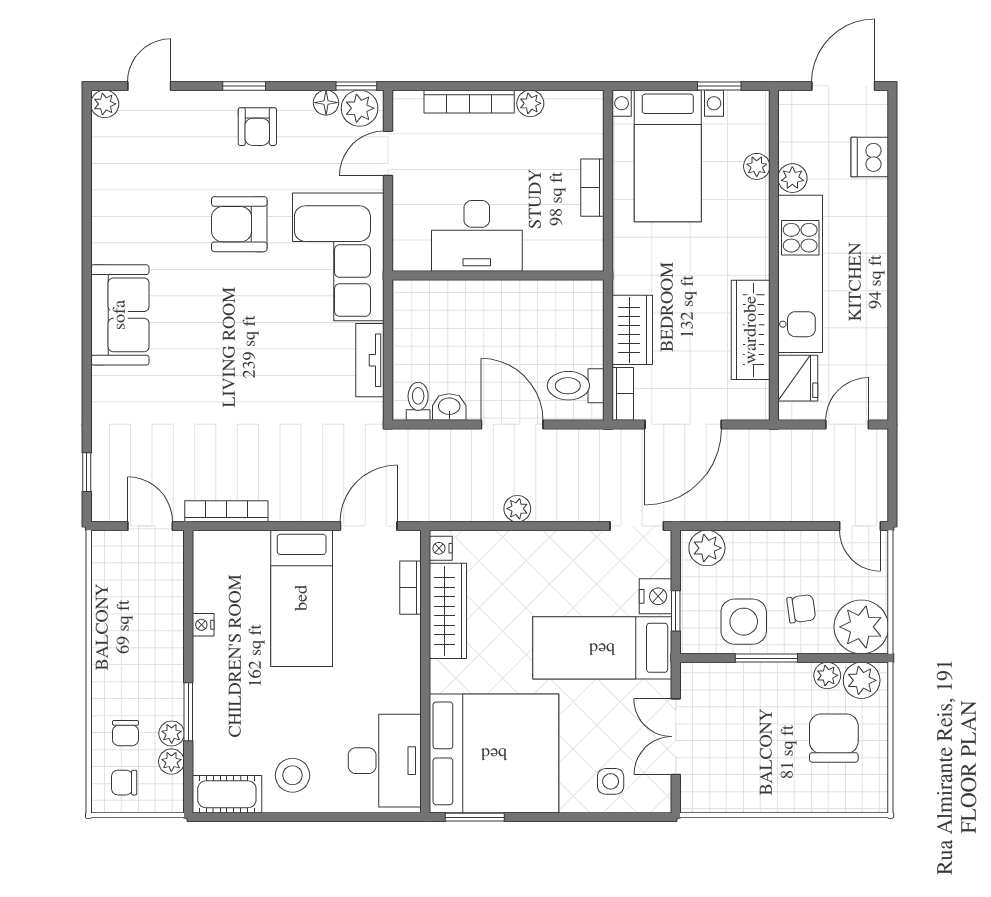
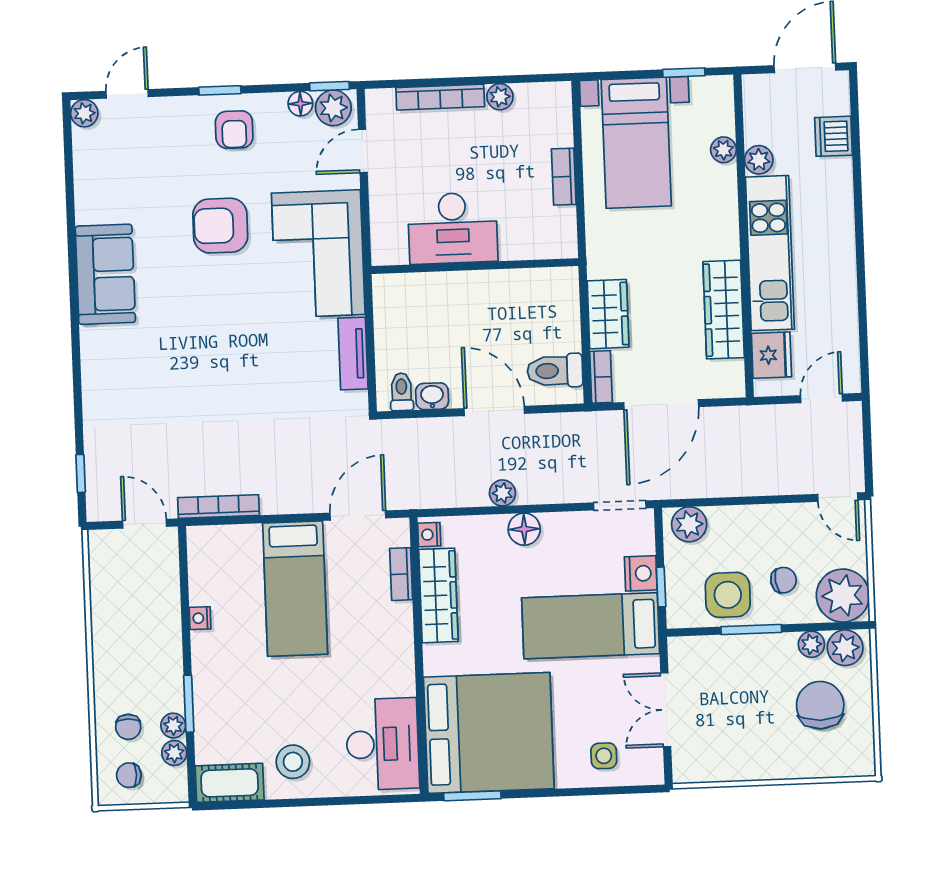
sofa: (120, 315) -> (105, 274), moved
floor lamp: (538, 546) -> (524, 529), added

